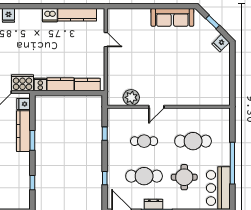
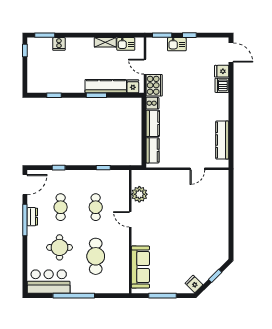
dishwasher: (50, 15) -> (222, 85), moved
sofa: (172, 17) -> (140, 267), moved, turned 180
window: (232, 74) -> (163, 296), added
cafe table: (144, 176) -> (61, 207), width x0.73, depth x0.74

